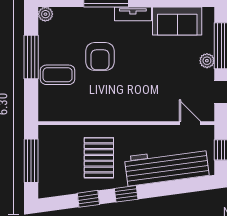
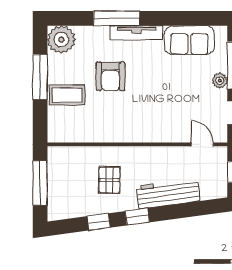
plant: (45, 14) -> (61, 40), width x1.87, depth x1.87
tv unit: (133, 14) -> (136, 33), width x1.41
pallet: (99, 158) -> (109, 180), width x0.67, depth x0.71
workbench: (167, 166) -> (168, 194), width x0.73, depth x0.76

